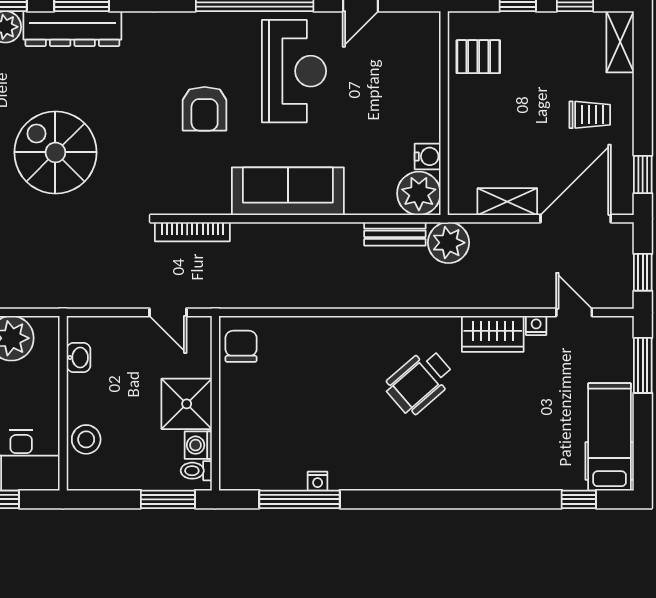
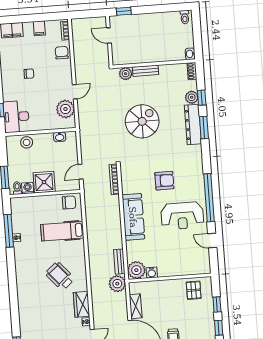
armchair: (205, 109) -> (164, 181), turned 180
hospital bed: (310, 368) -> (62, 231), added

